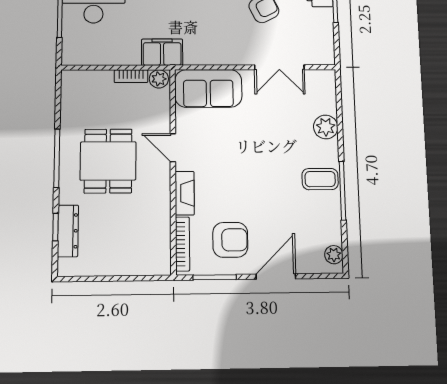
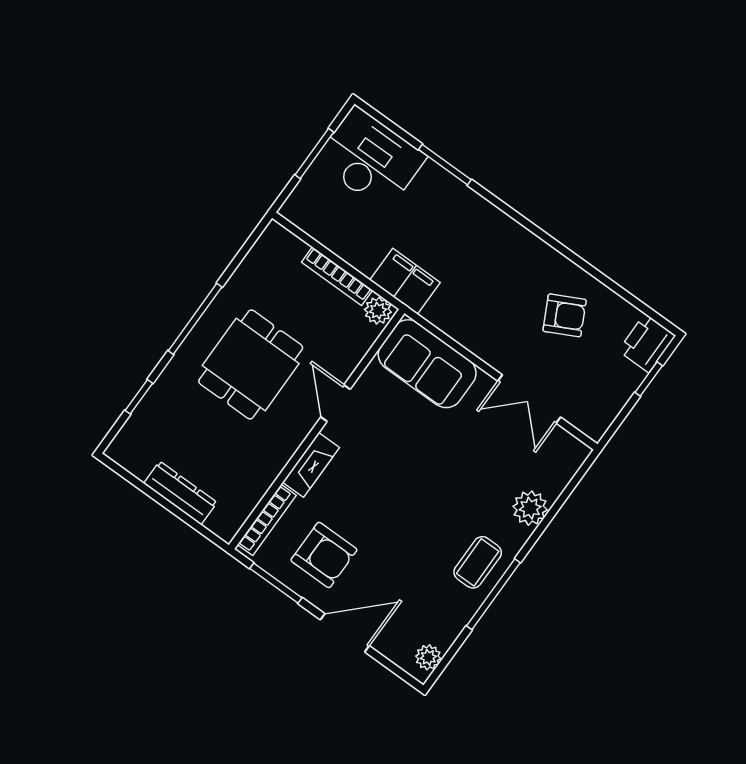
bookcase: (131, 76) -> (337, 276), width x1.56
coffee table: (320, 179) -> (478, 562), turned 90
dresser: (68, 231) -> (180, 493), moved, turned -90

